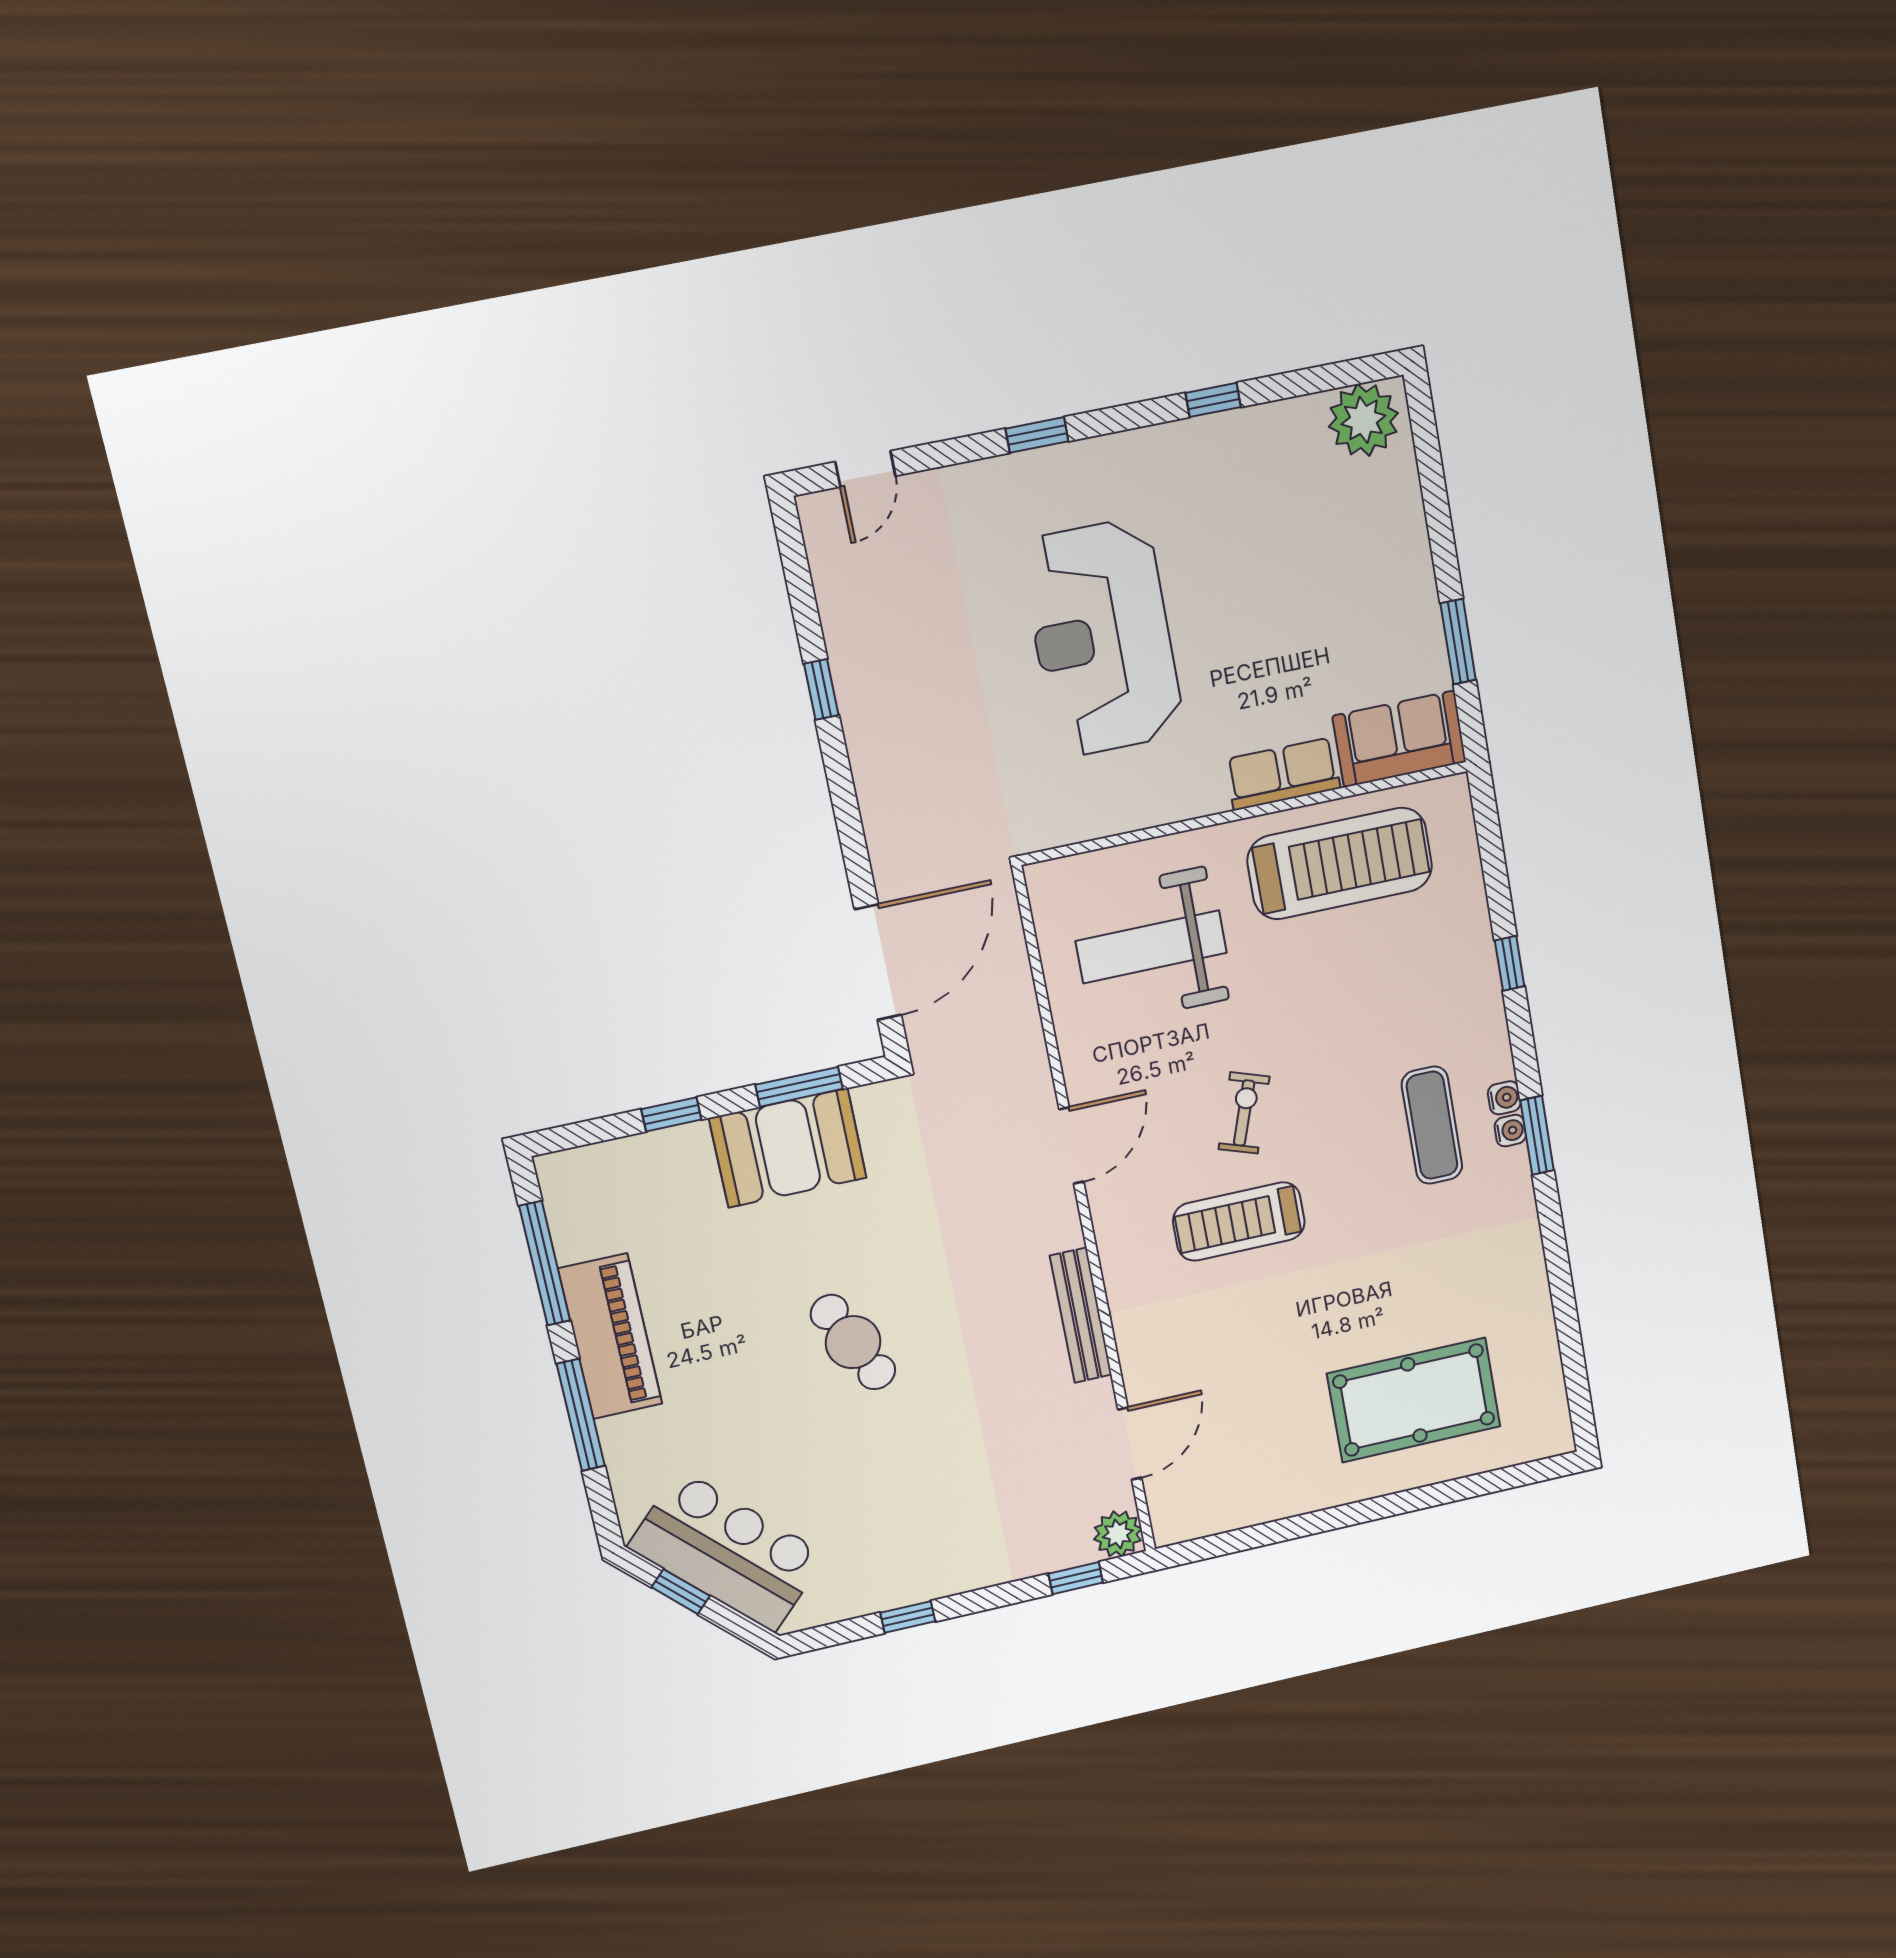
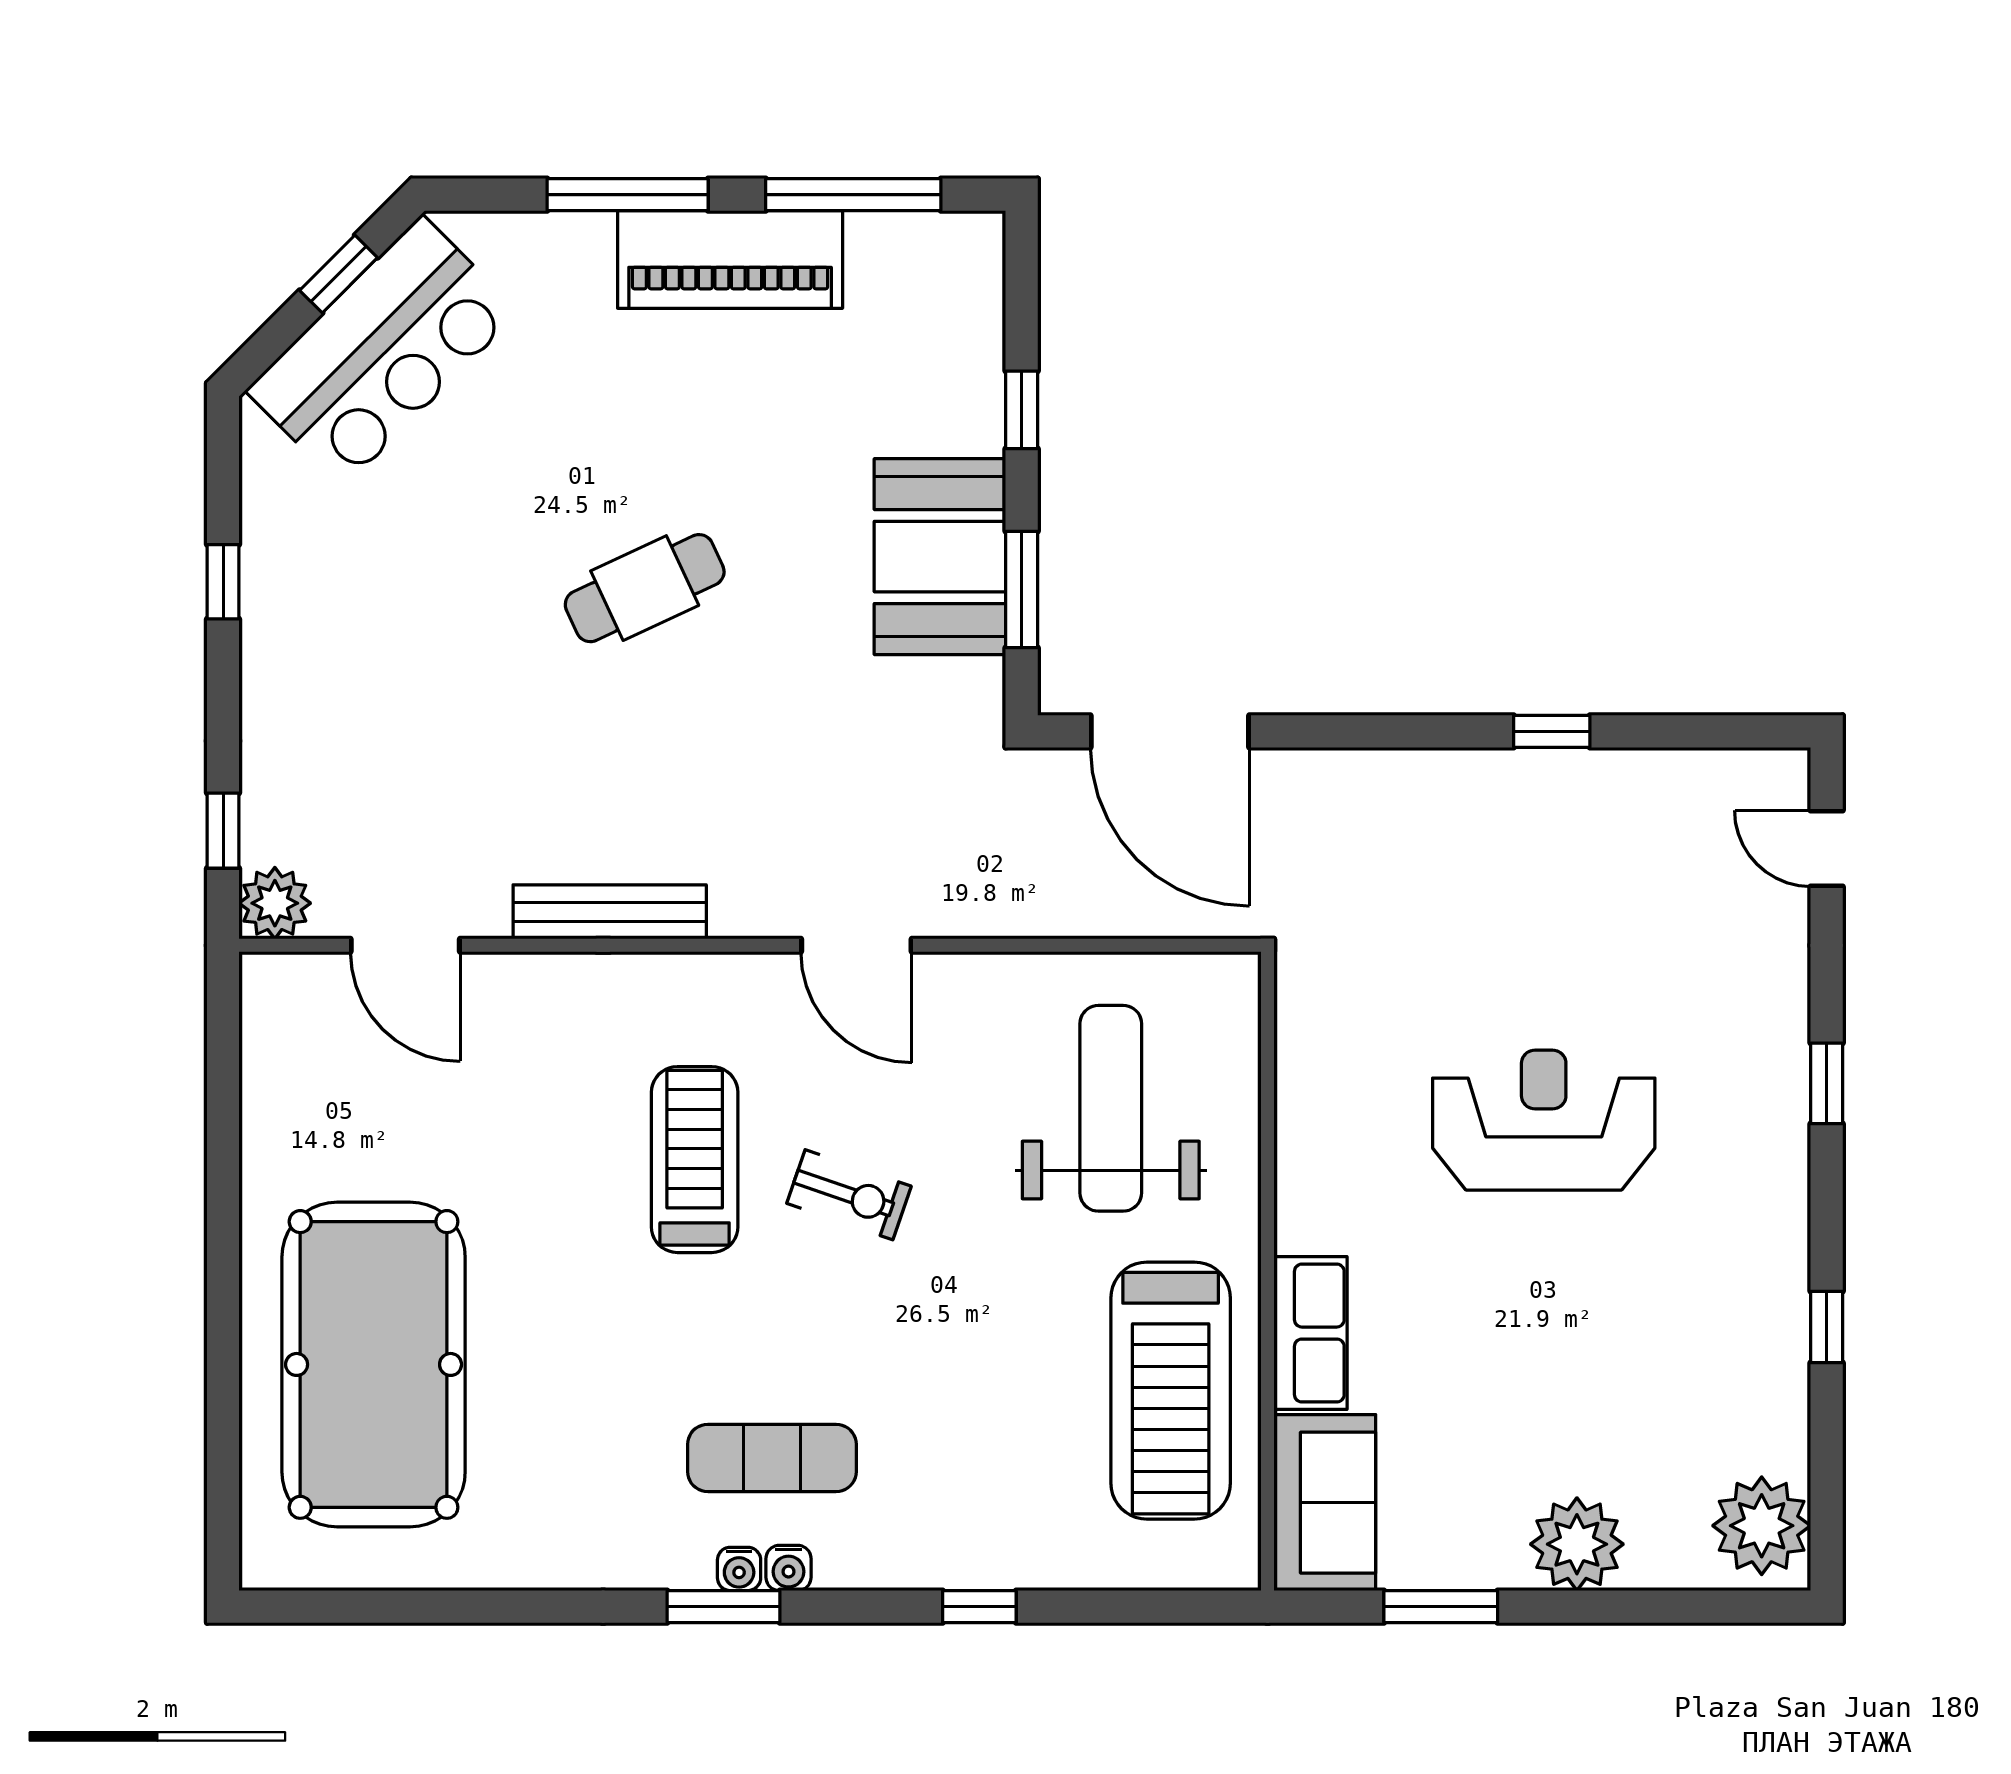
plant: (1399, 553) -> (1577, 1544), added
reception desk: (1102, 638) -> (1544, 1120), width x0.74, depth x0.77
pool table: (1414, 1400) -> (374, 1364), width x1.36, depth x1.32

